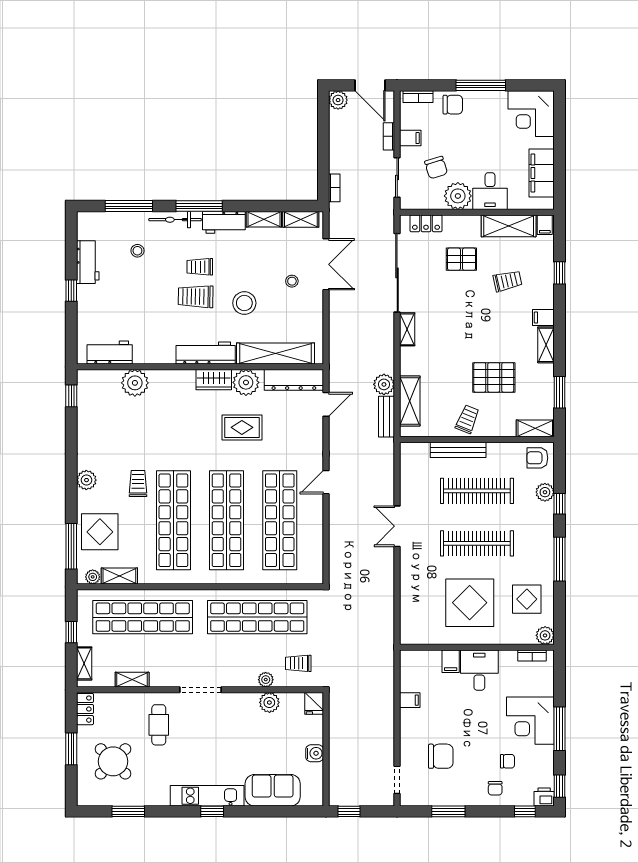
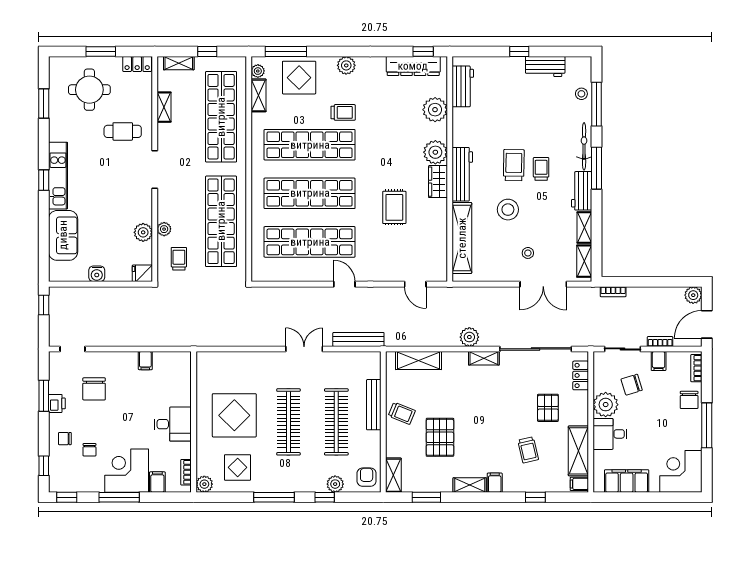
stool: (137, 251) -> (581, 94), moved
dresser: (294, 380) -> (413, 66), moved, turned -90
plant: (246, 382) -> (435, 152), moved
plant: (384, 384) -> (469, 337), moved
bench: (387, 417) -> (358, 339), moved, width x1.36
filing cabinet: (451, 661) -> (157, 482), moved, turned 90
round table: (113, 761) -> (89, 90), turned 45
printer: (544, 797) -> (57, 403), moved

